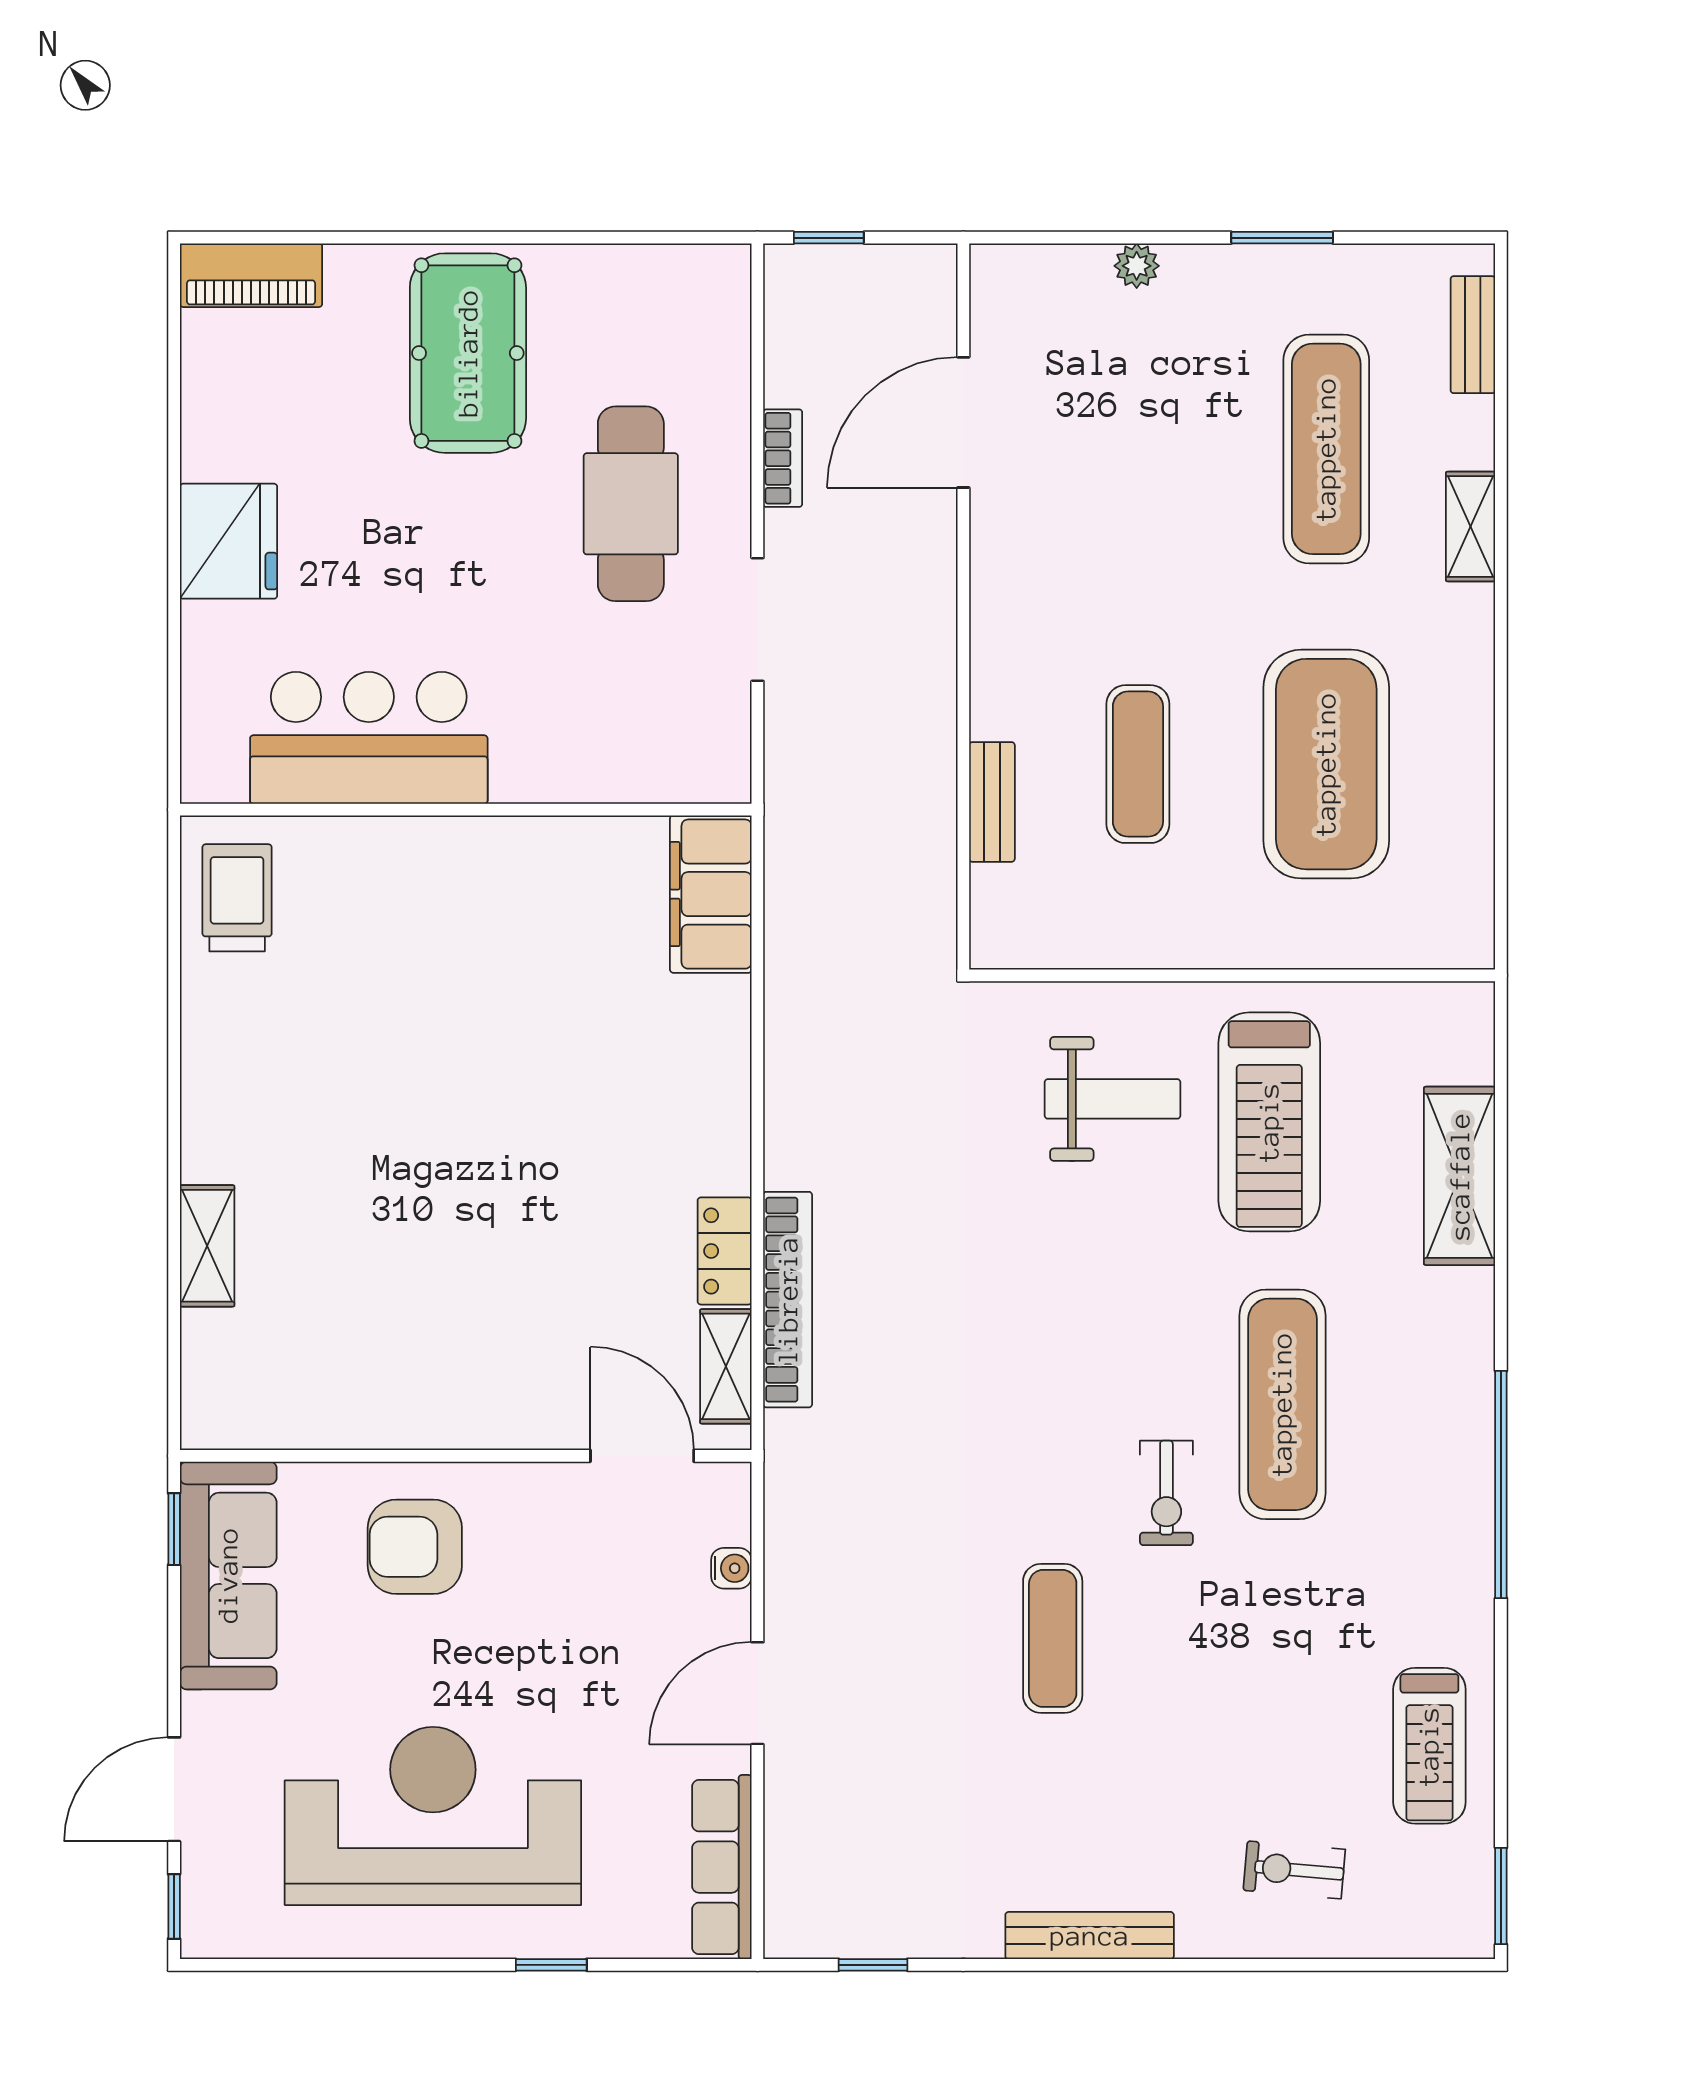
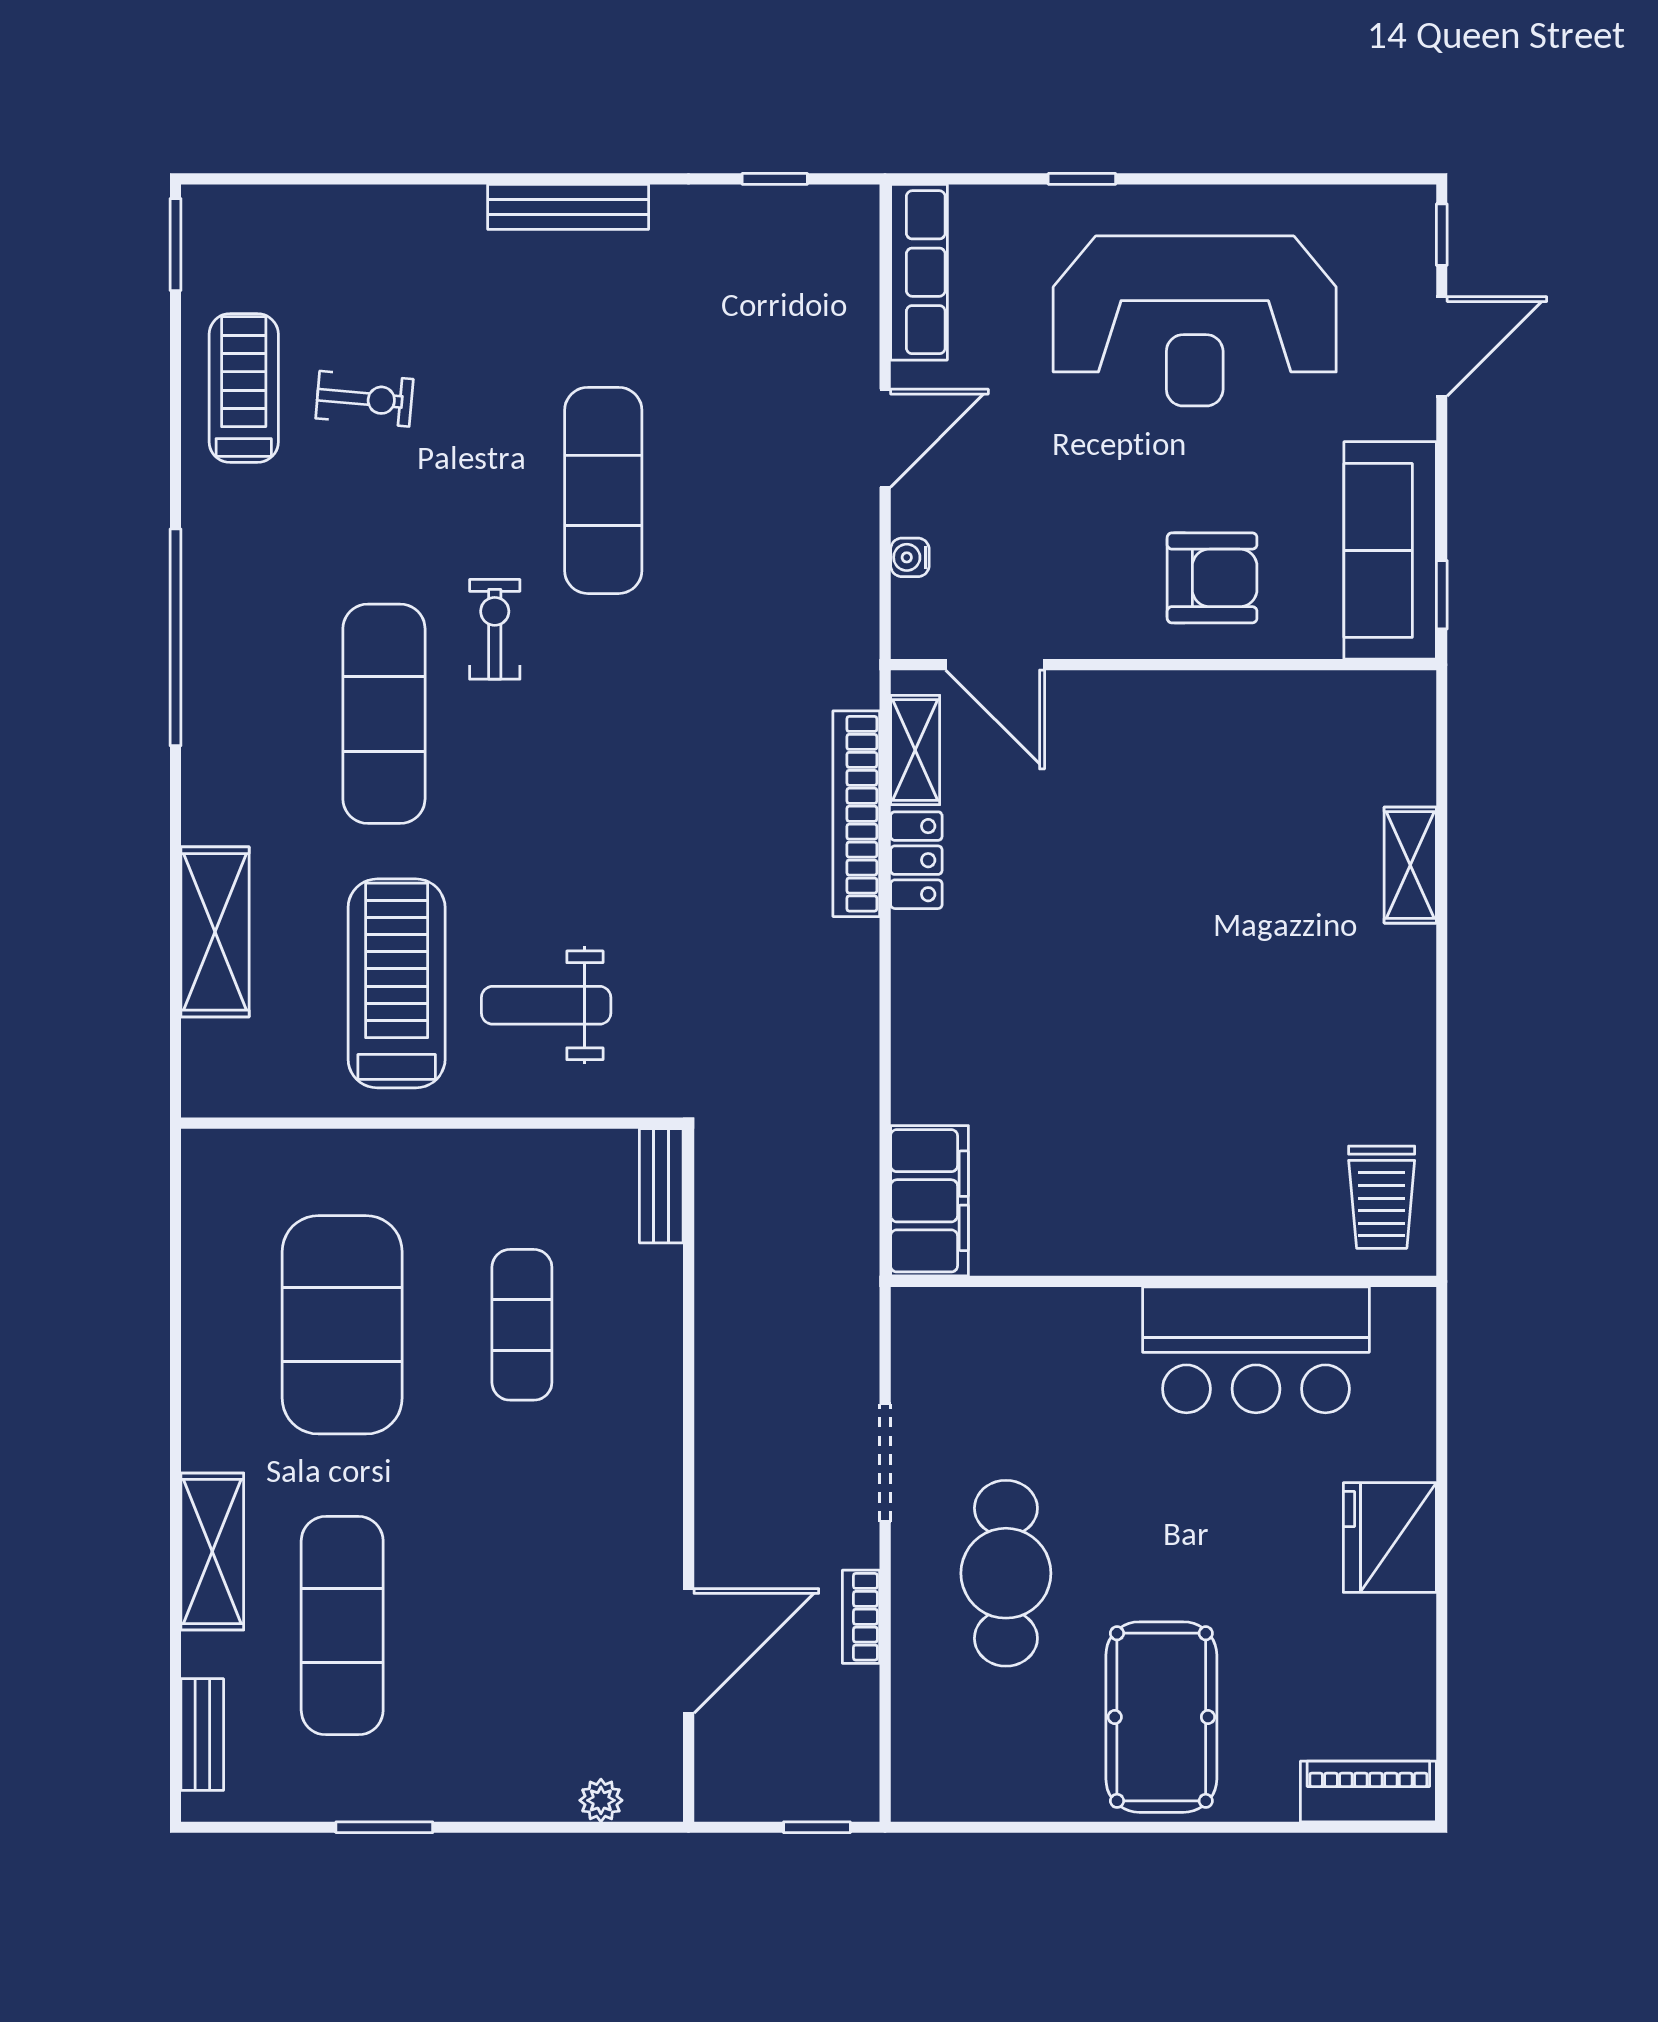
plant: (1137, 266) -> (601, 1800), moved
shelving: (1471, 527) -> (212, 1552), width x1.50, depth x1.33
bench: (992, 802) -> (661, 1186), moved
exercise mat: (1053, 1638) -> (603, 490), width x1.36, depth x1.45
exercise bike: (1294, 1870) -> (364, 399), moved

